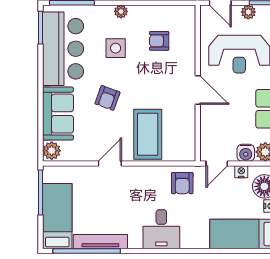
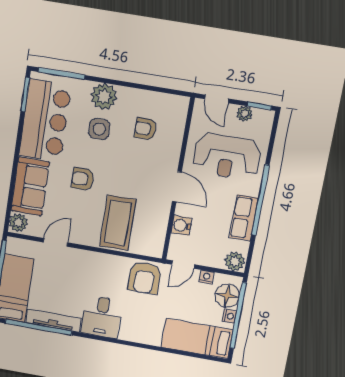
plant: (121, 11) -> (104, 96), width x1.88, depth x1.88
armchair: (107, 98) -> (83, 179), turned 70
water cooler: (246, 153) -> (181, 225), moved, turned 90
door: (110, 164) -> (55, 242), moved
armchair: (182, 183) -> (145, 278), width x1.38, depth x1.38
desk: (161, 229) -> (102, 317), moved

